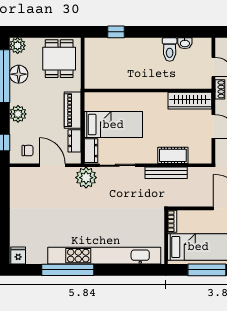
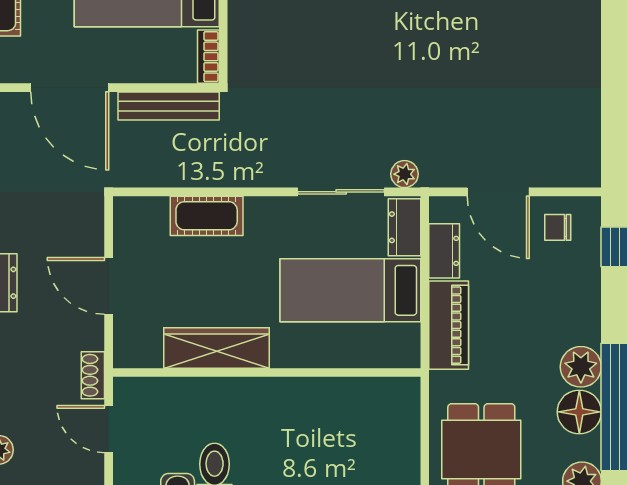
wardrobe: (190, 101) -> (216, 348), moved
plant: (18, 114) -> (581, 367), moved
bench: (166, 173) -> (169, 106), moved
plant: (86, 178) -> (405, 174), width x0.53, depth x0.53

